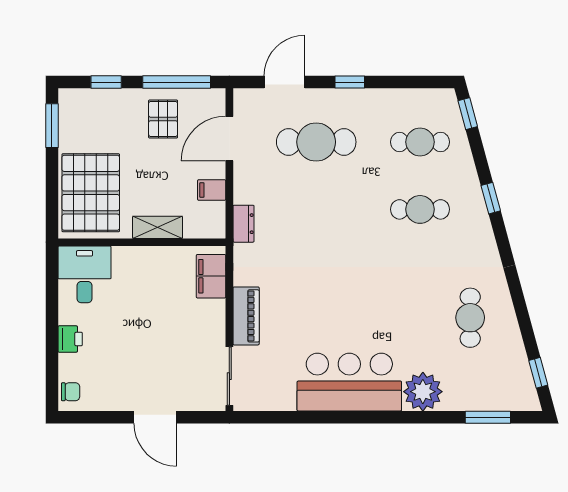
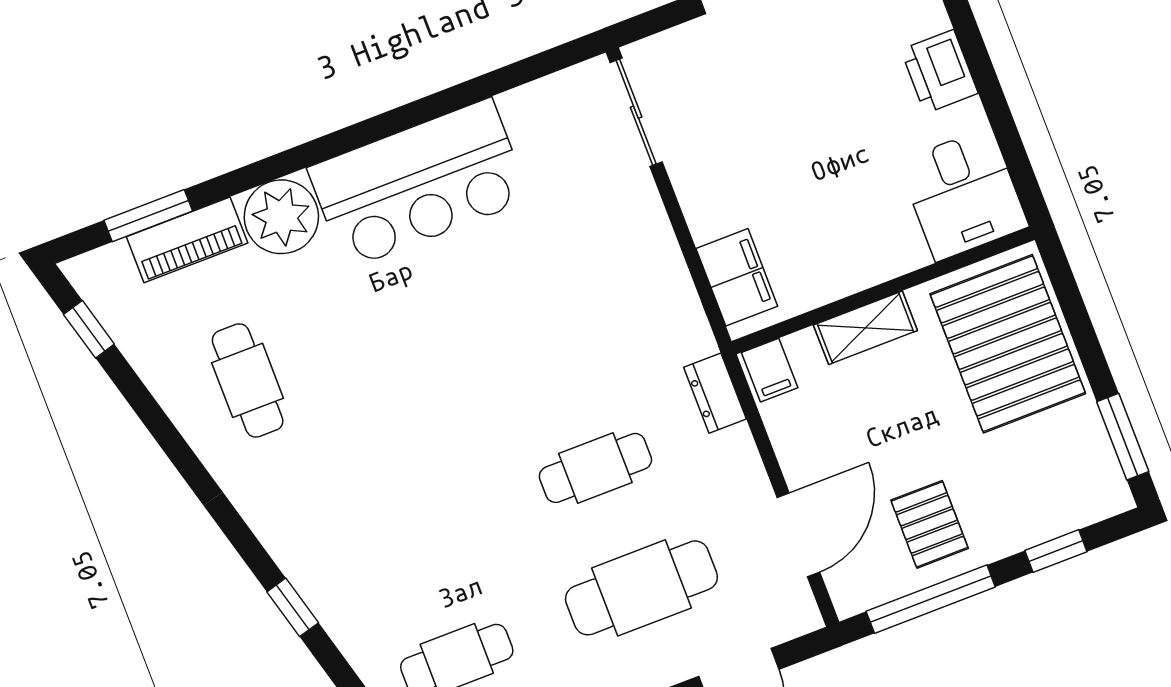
filing cabinet: (212, 190) -> (770, 370), moved, turned 90
cafe table: (420, 209) -> (595, 468), moved
piano: (246, 316) -> (187, 240), moved, turned -90
printer: (70, 339) -> (939, 71), width x1.36, depth x1.24

